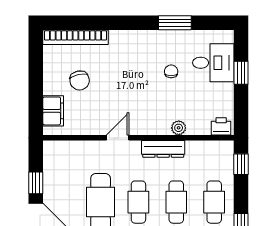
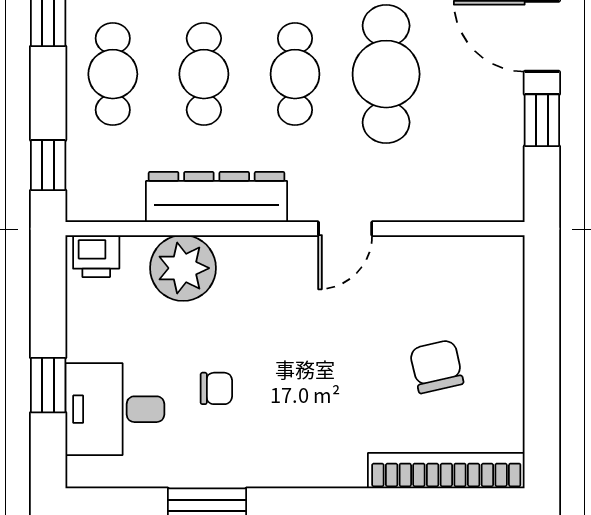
chair: (171, 71) -> (216, 388), turned -90
filing cabinet: (53, 111) -> (500, 293), removed
plant: (179, 128) -> (183, 268), width x1.88, depth x1.88
dresser: (163, 149) -> (217, 197), width x1.37, depth x1.24

